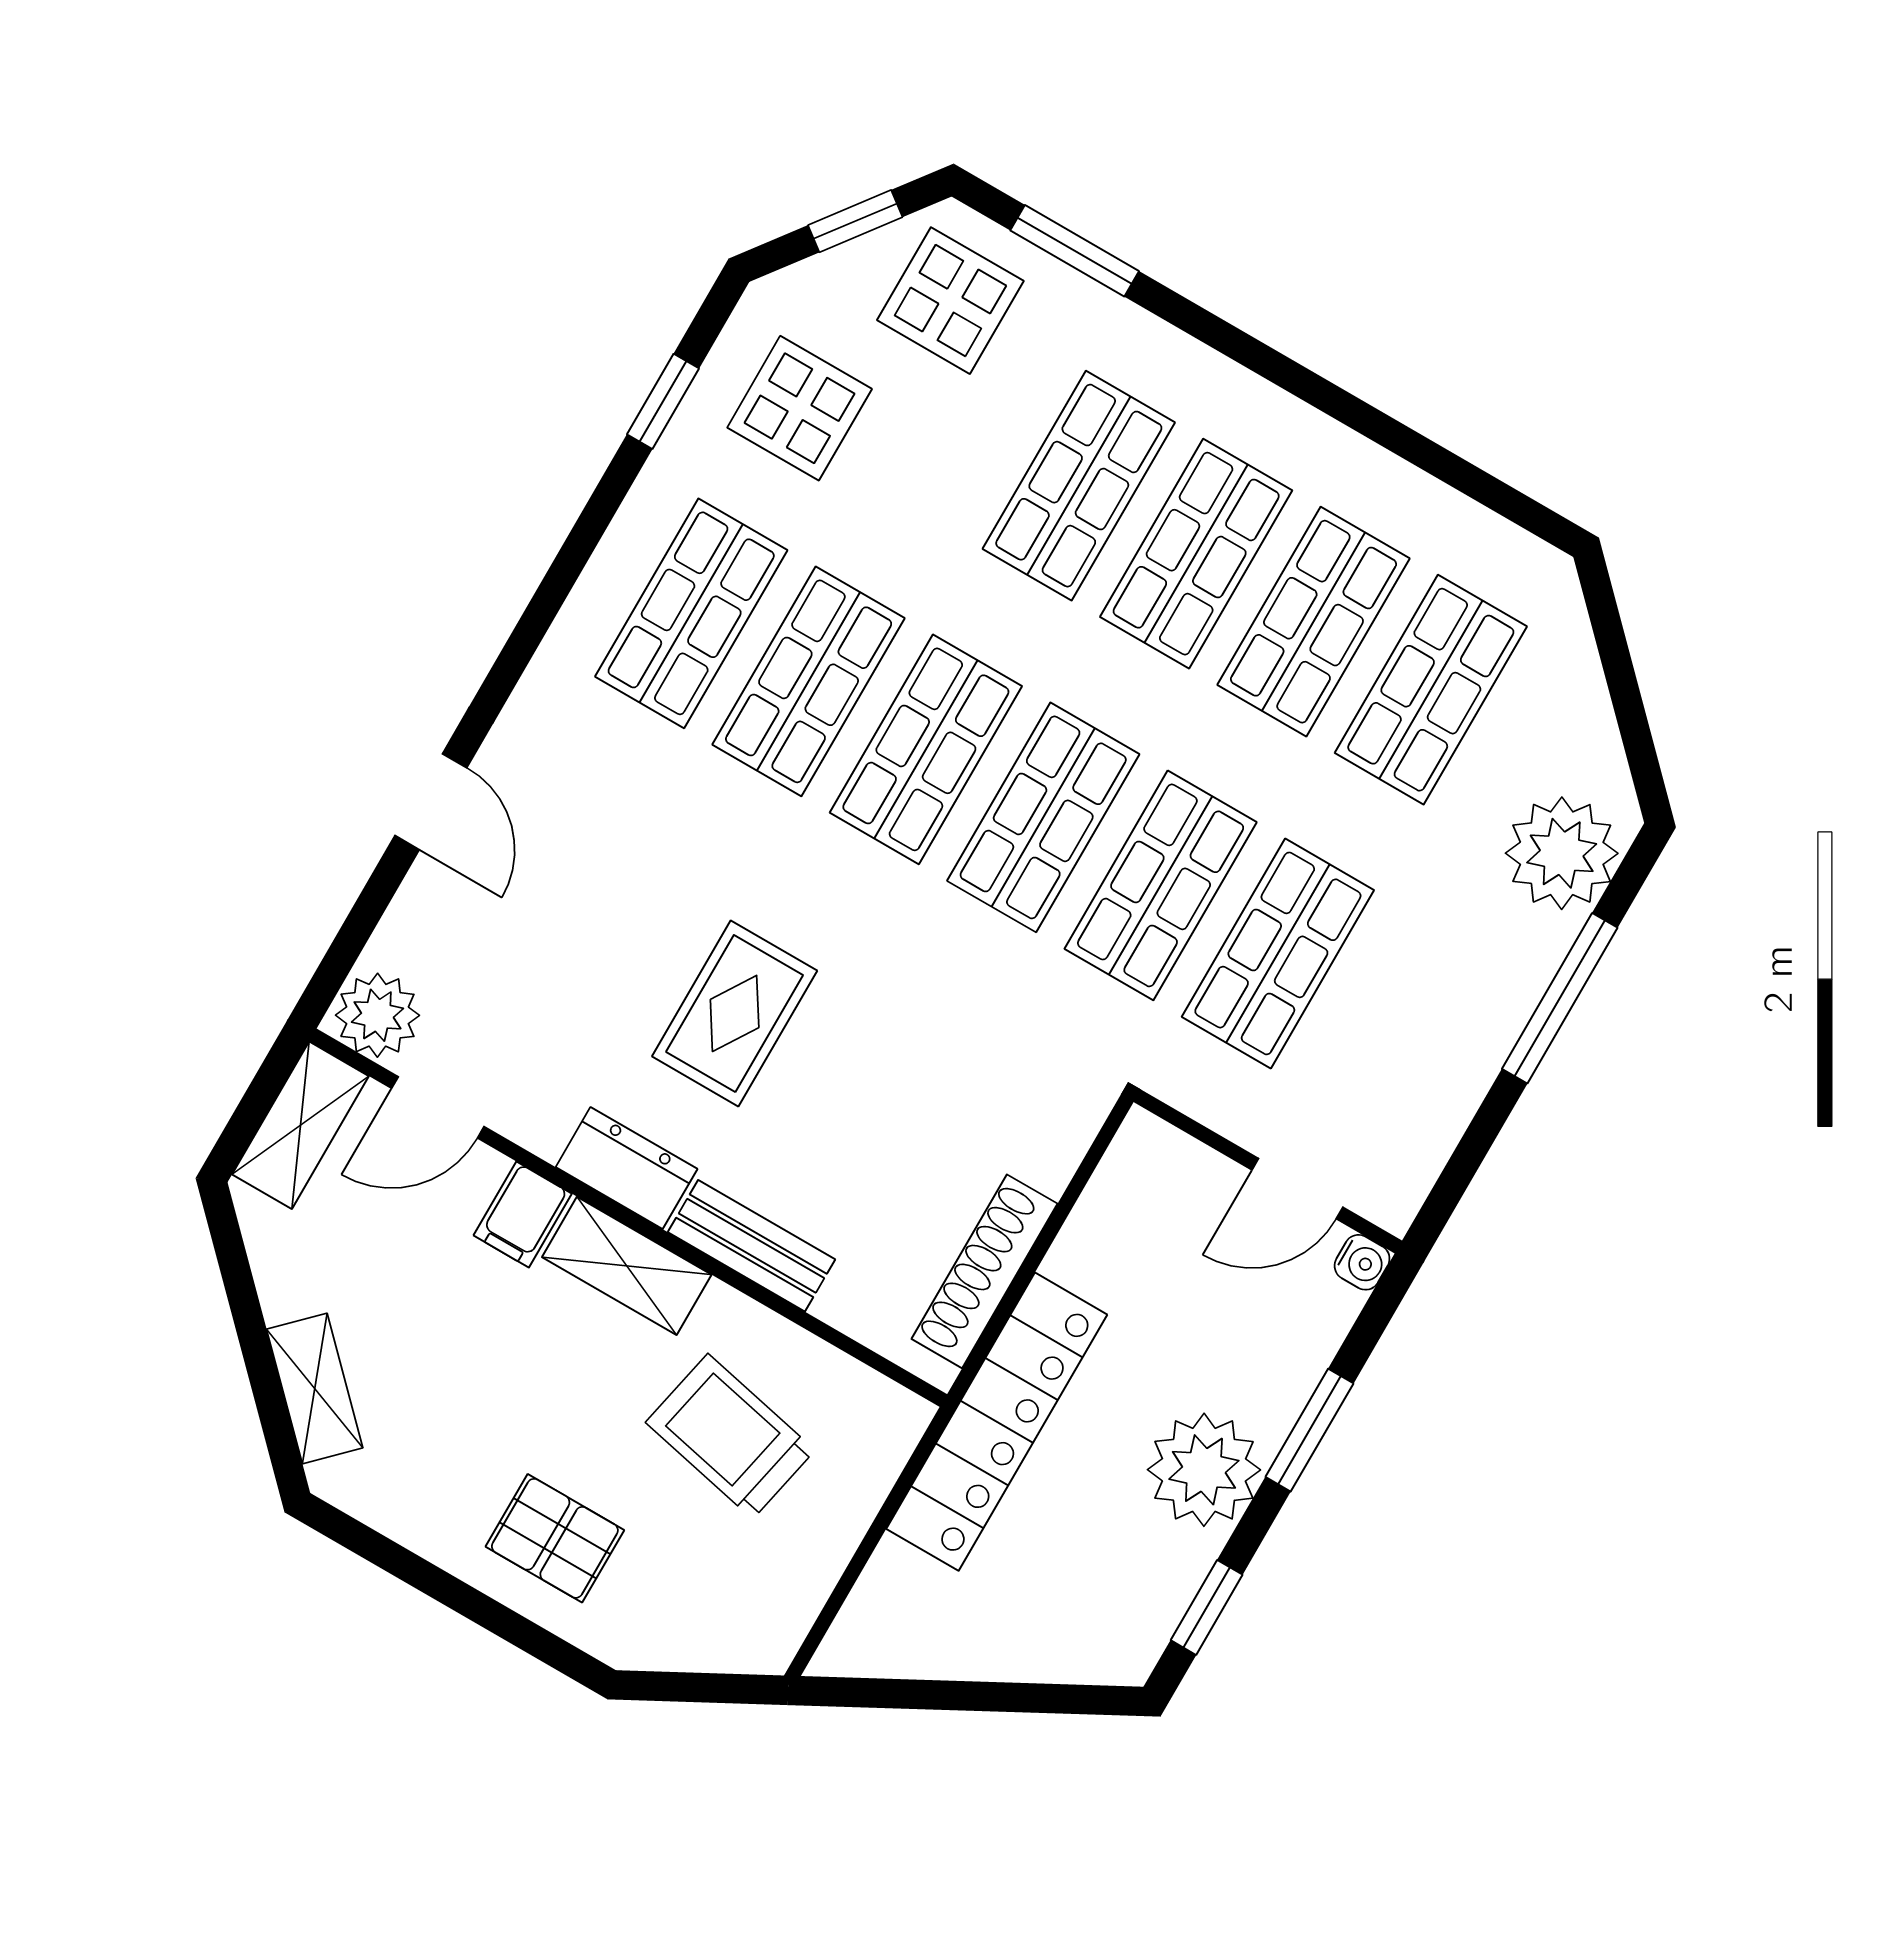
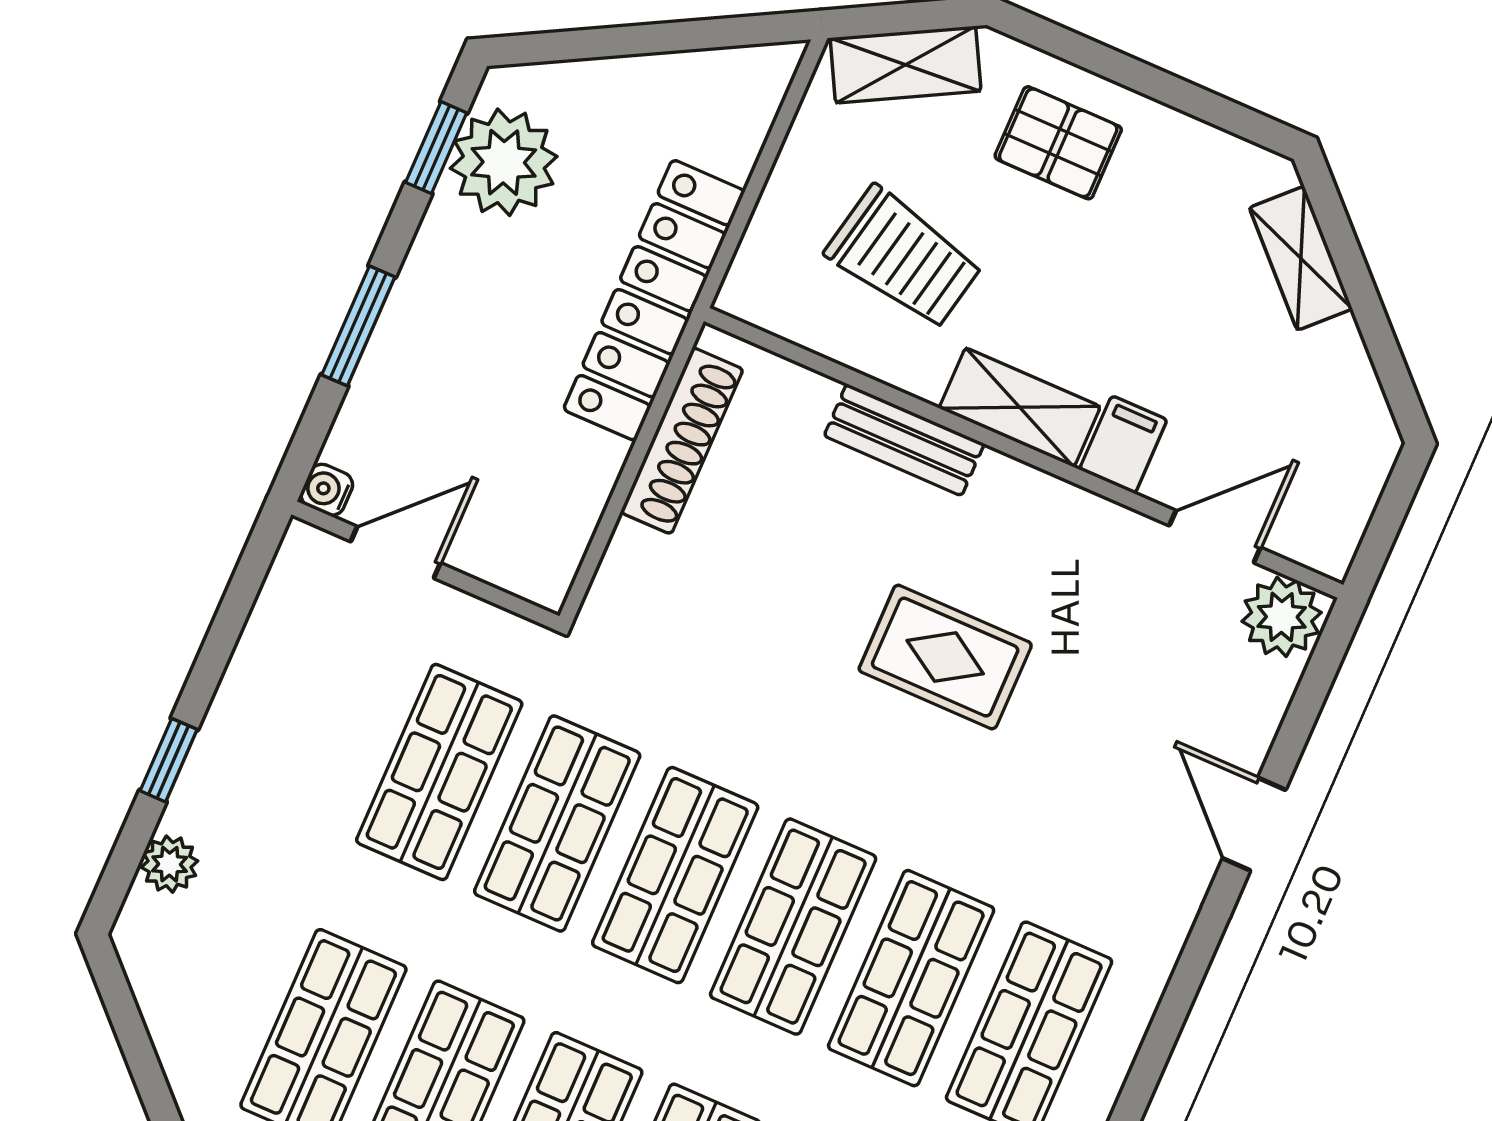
plant: (1562, 853) -> (170, 864), width x0.53, depth x0.53
window: (1560, 998) -> (169, 760), width x0.46
rug: (735, 1013) -> (945, 657), turned 90
shelving: (300, 1125) -> (906, 65), moved, turned 62
dresser: (627, 1168) -> (1030, 500), removed
plant: (1204, 1470) -> (504, 162), moved

